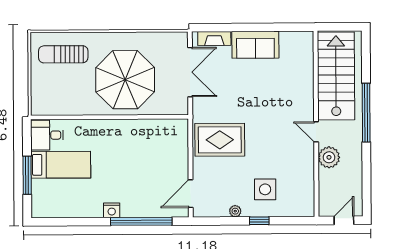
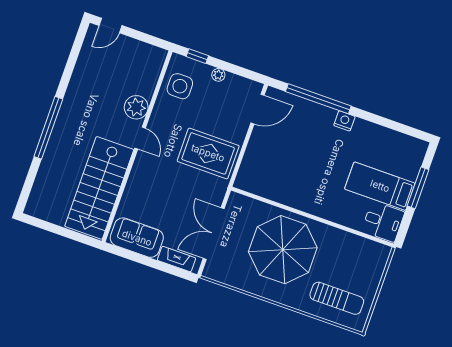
stairs: (336, 76) -> (99, 188), moved
wall: (316, 124) -> (137, 146), moved
door: (316, 132) -> (140, 138), moved
plant: (329, 157) -> (136, 107), moved

